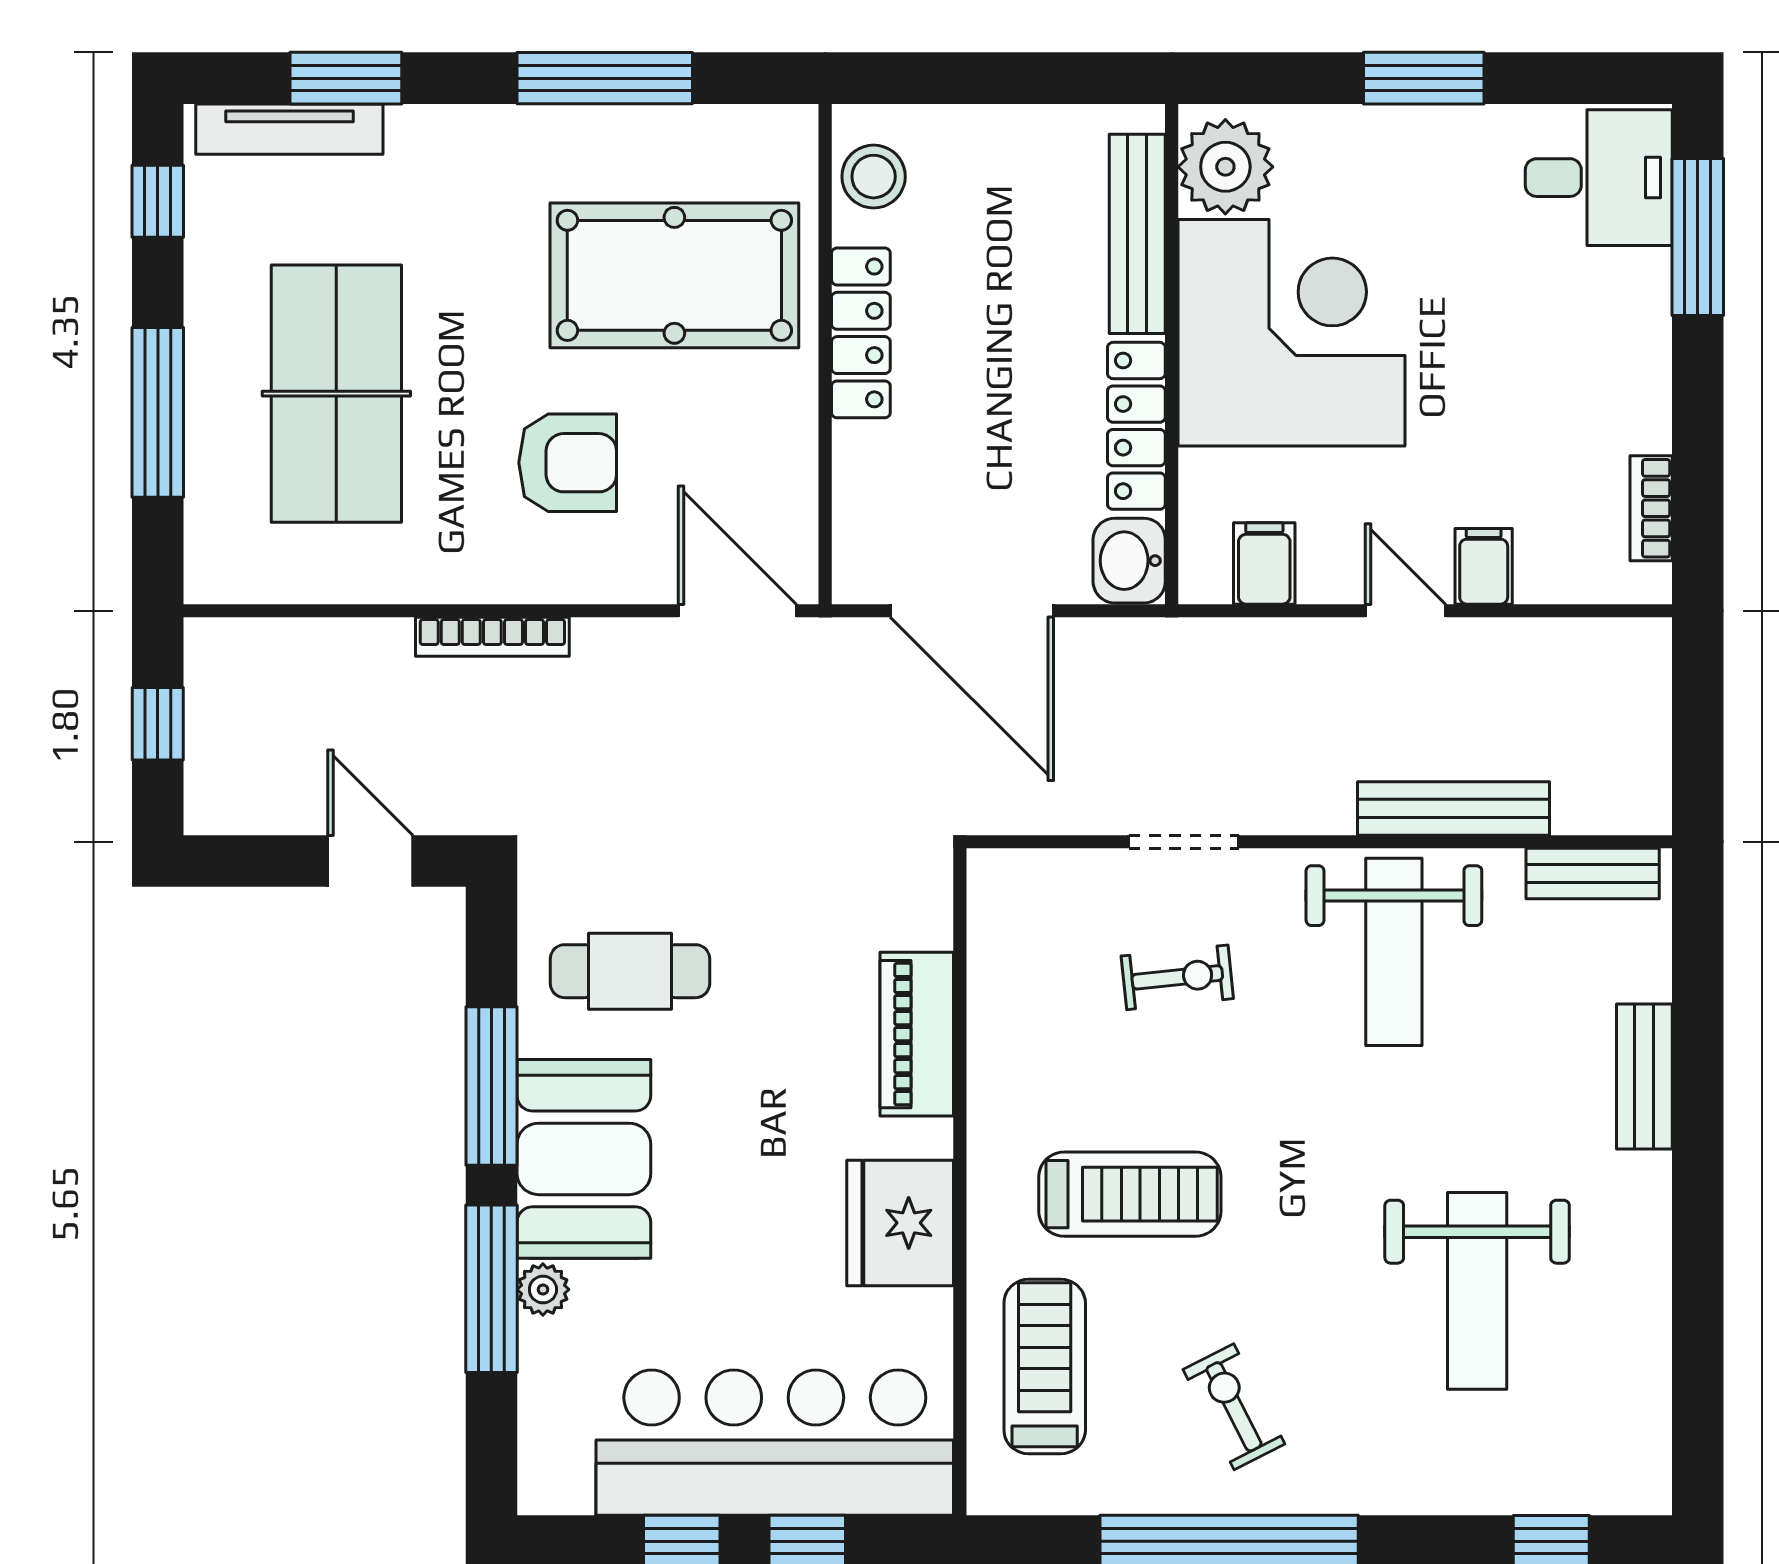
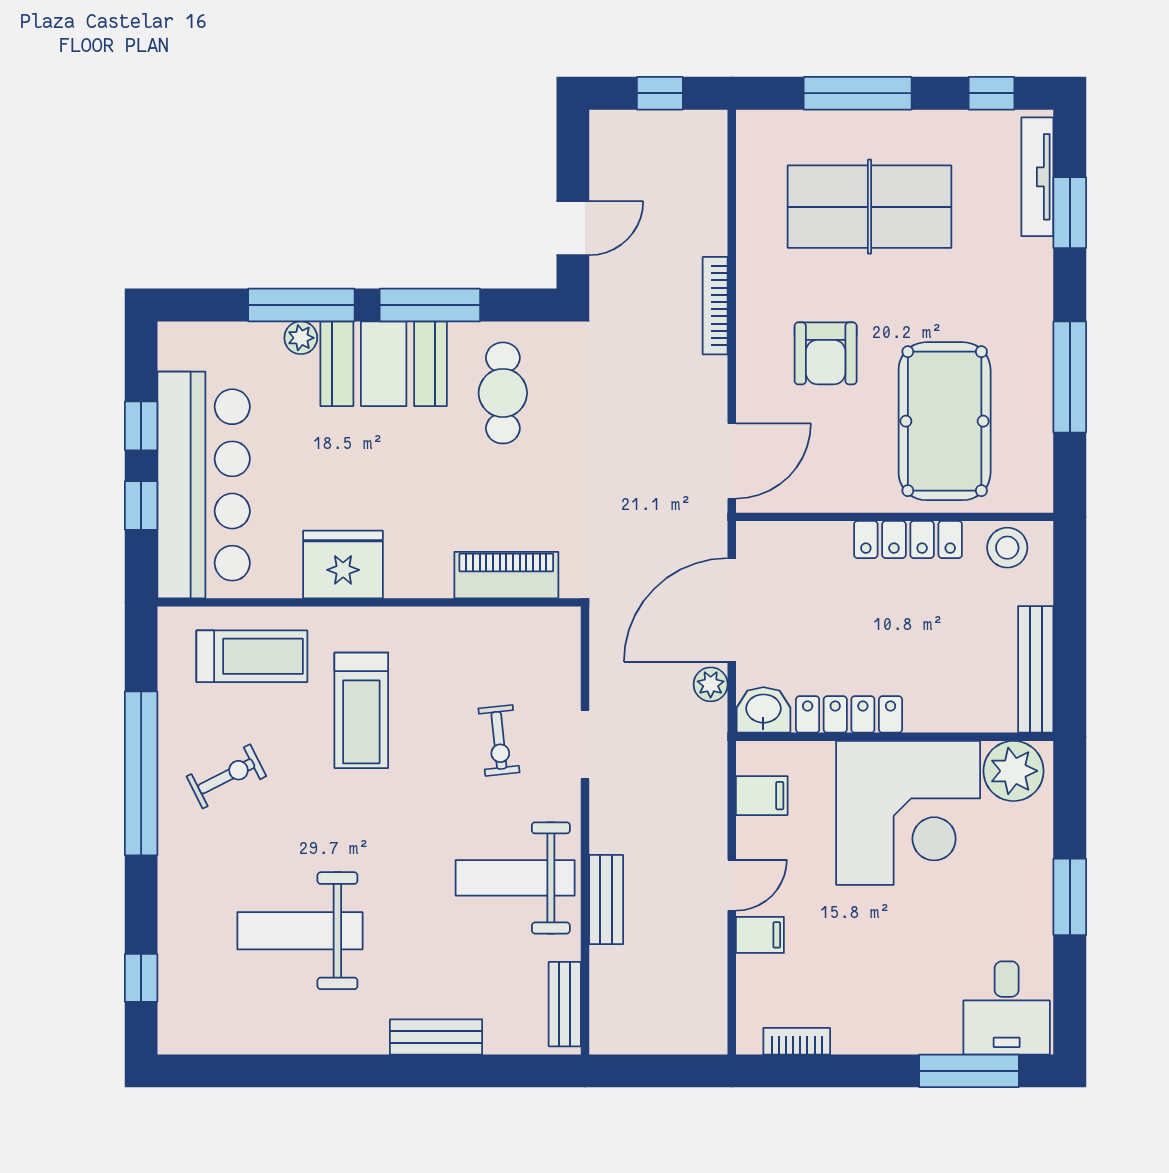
bench: (1137, 234) -> (1036, 669), moved, turned 90
plant: (1089, 644) -> (711, 684), added
bench: (1454, 808) -> (606, 900), width x0.73
piano: (917, 1034) -> (506, 575), moved

